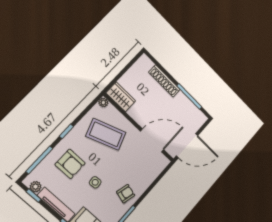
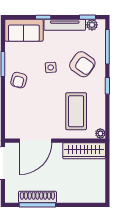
shoe rack: (164, 81) -> (37, 197), moved
wardrobe: (121, 97) -> (84, 151), width x1.50
coffee table: (106, 134) -> (76, 111), turned -70
armchair: (70, 164) -> (82, 64), turned -145

